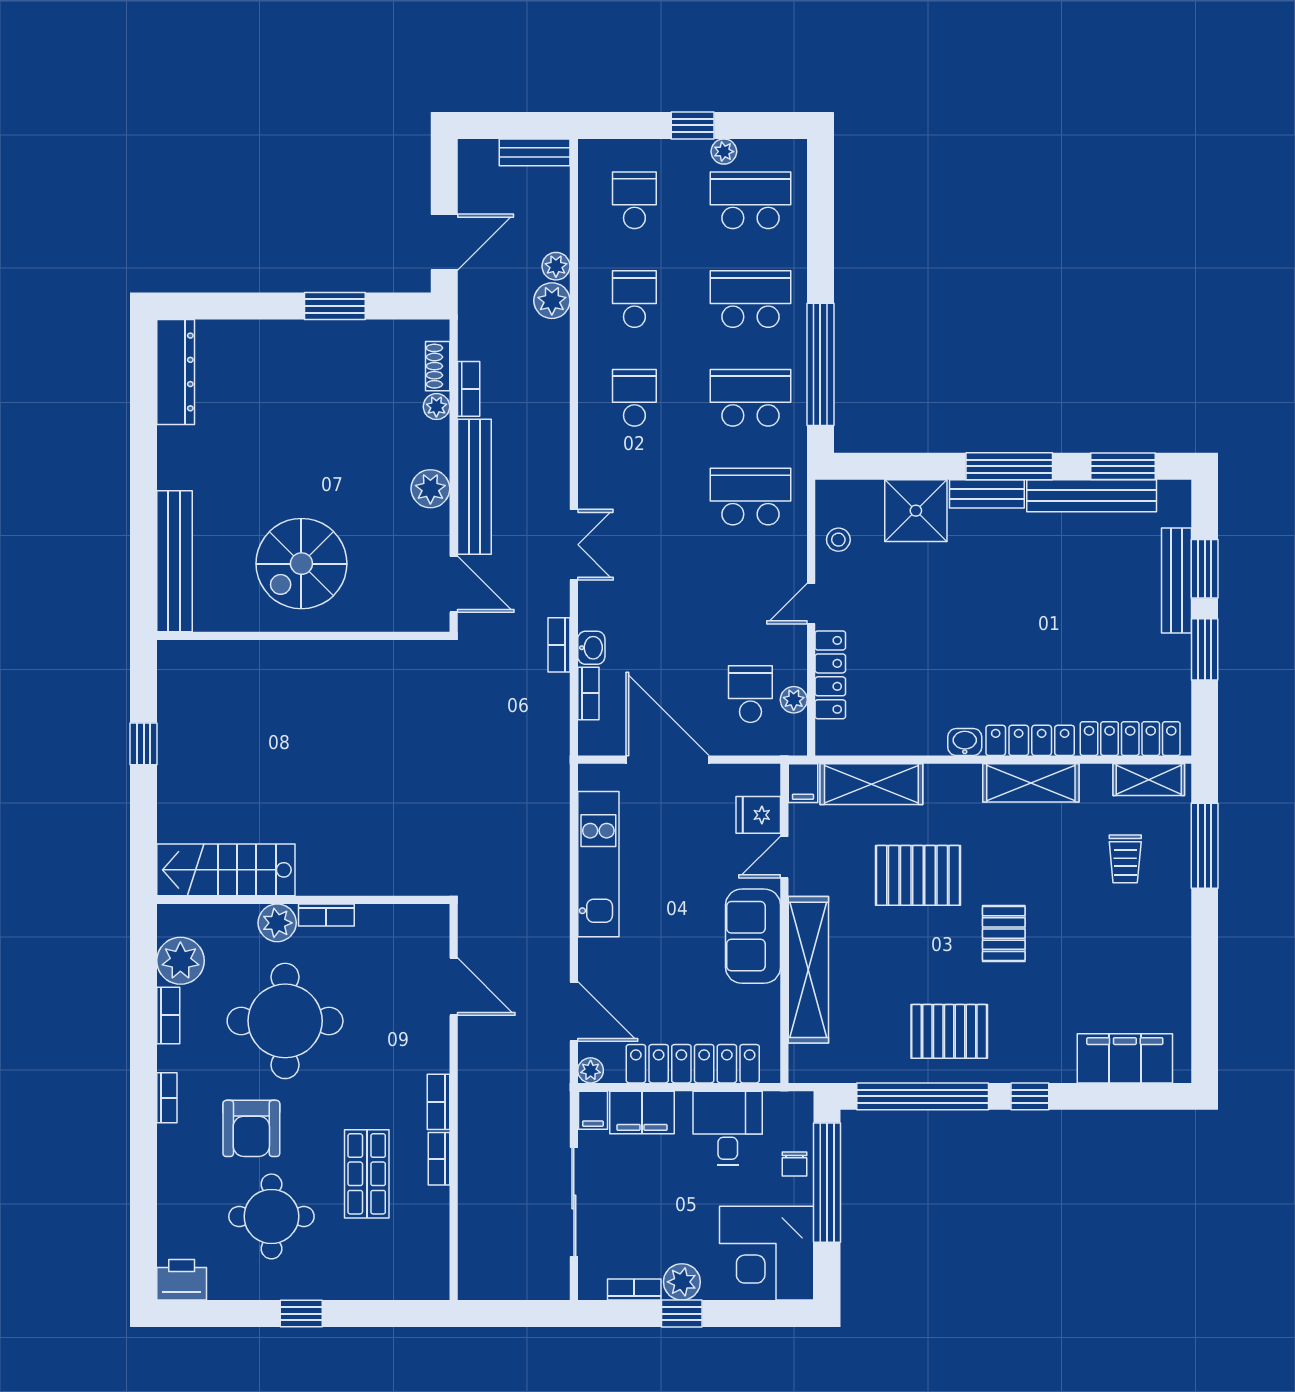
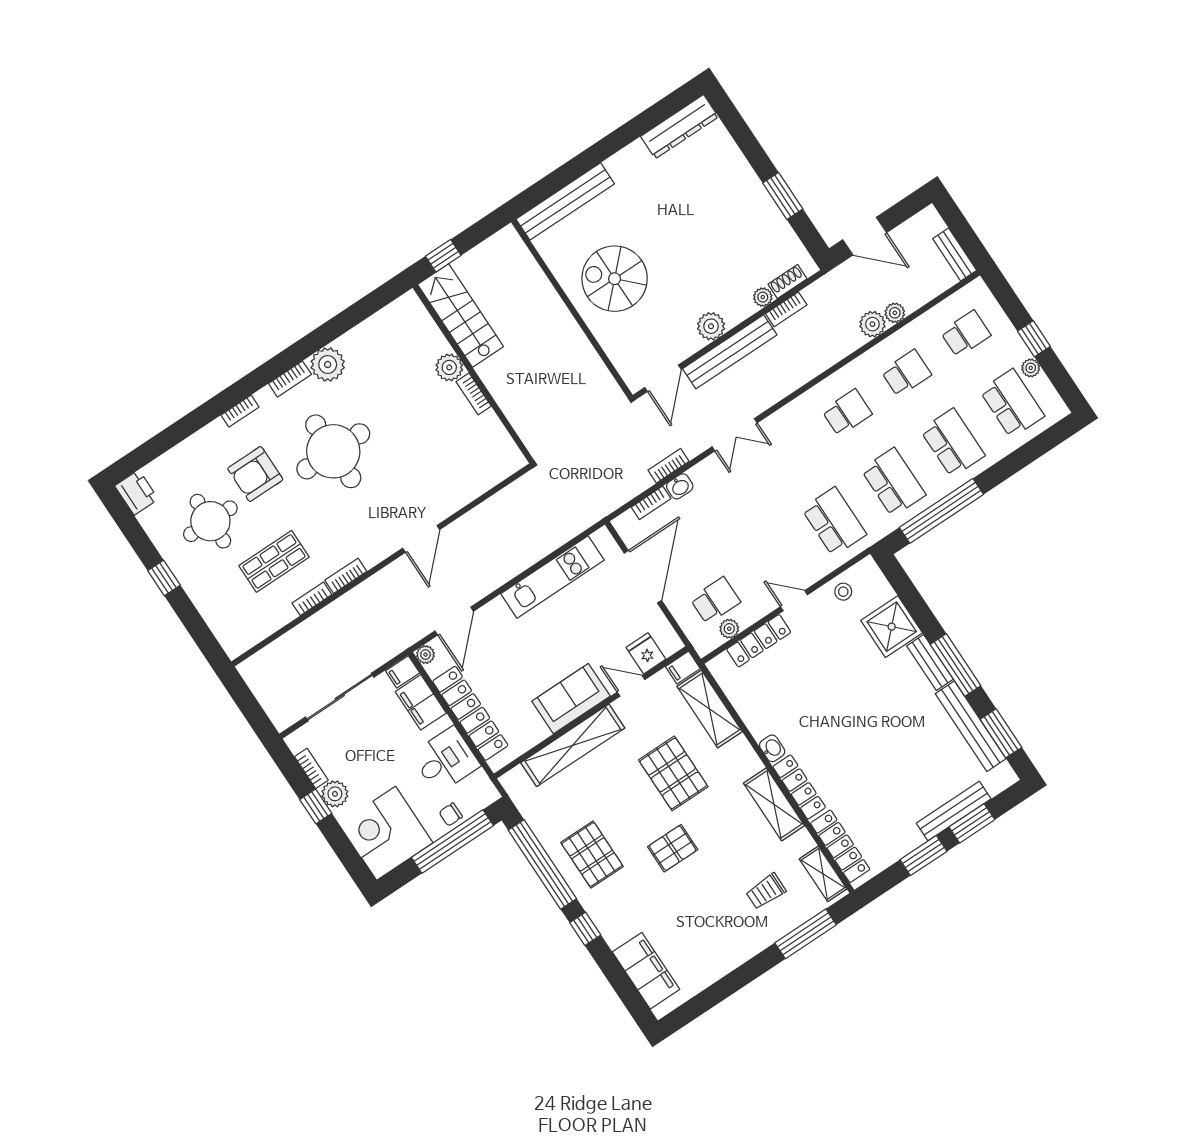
stairs: (226, 870) -> (461, 315), moved
wall: (303, 900) -> (473, 374), moved
bookcase: (326, 915) -> (474, 394), moved
plant: (277, 923) -> (449, 367), moved

